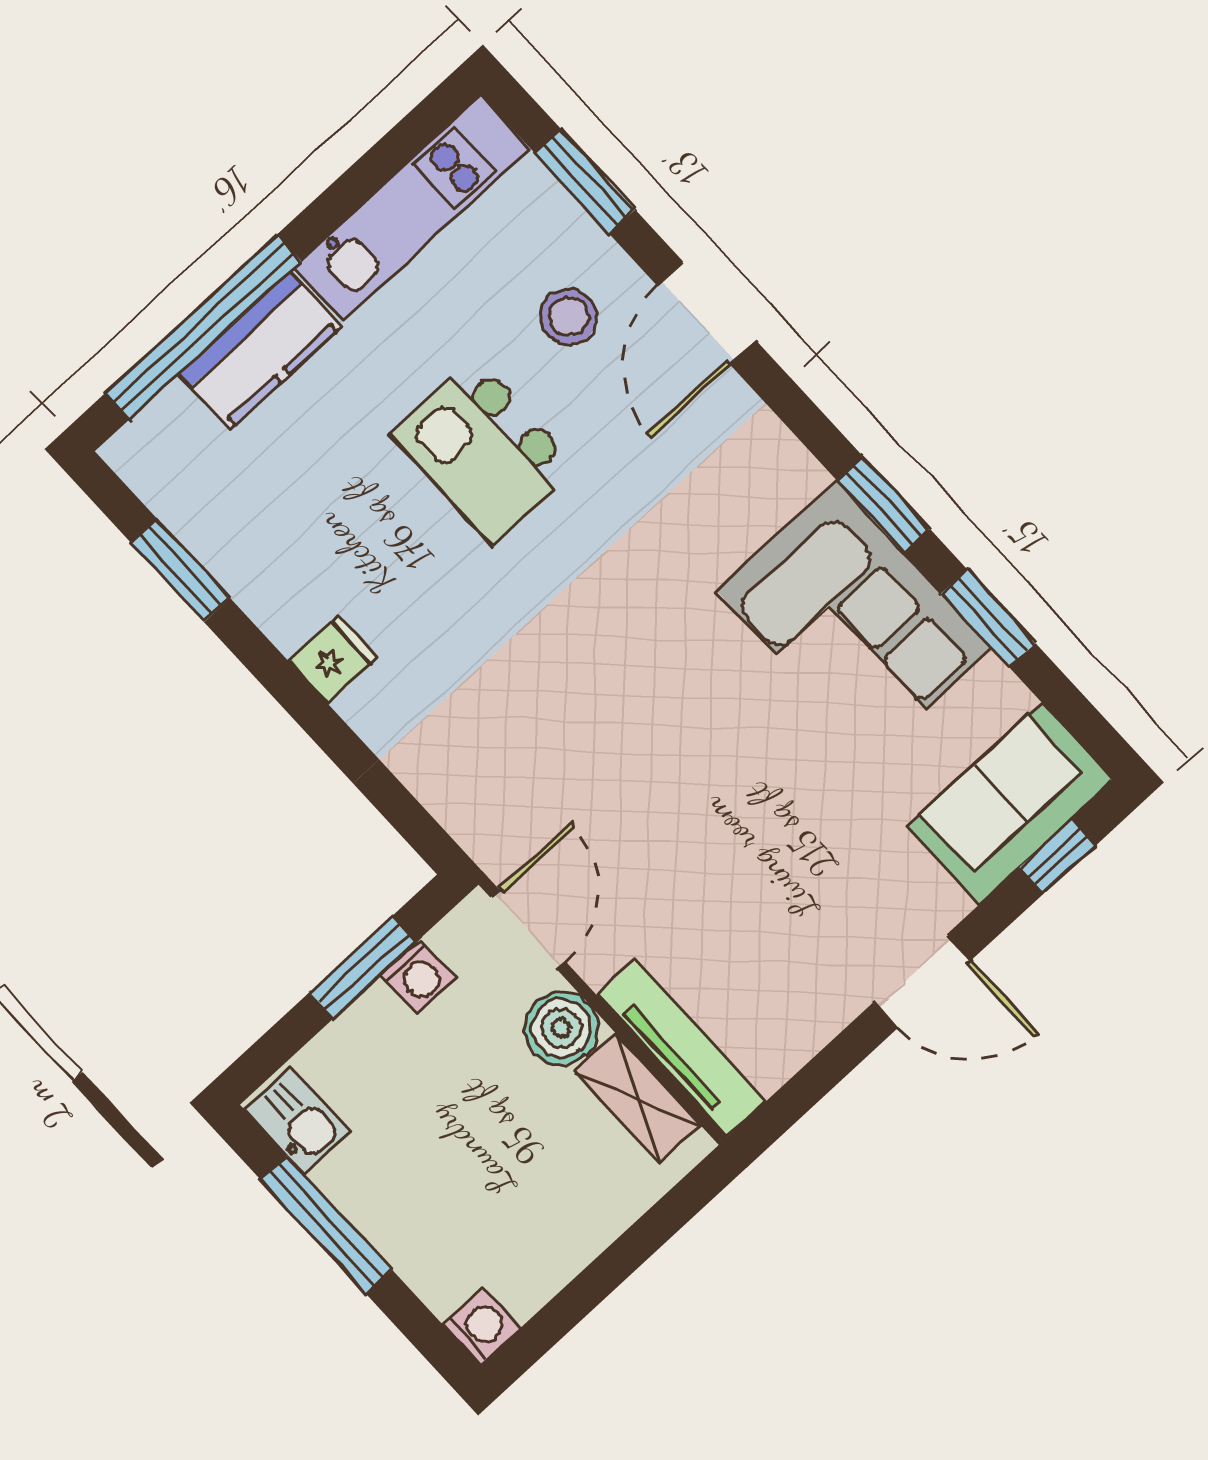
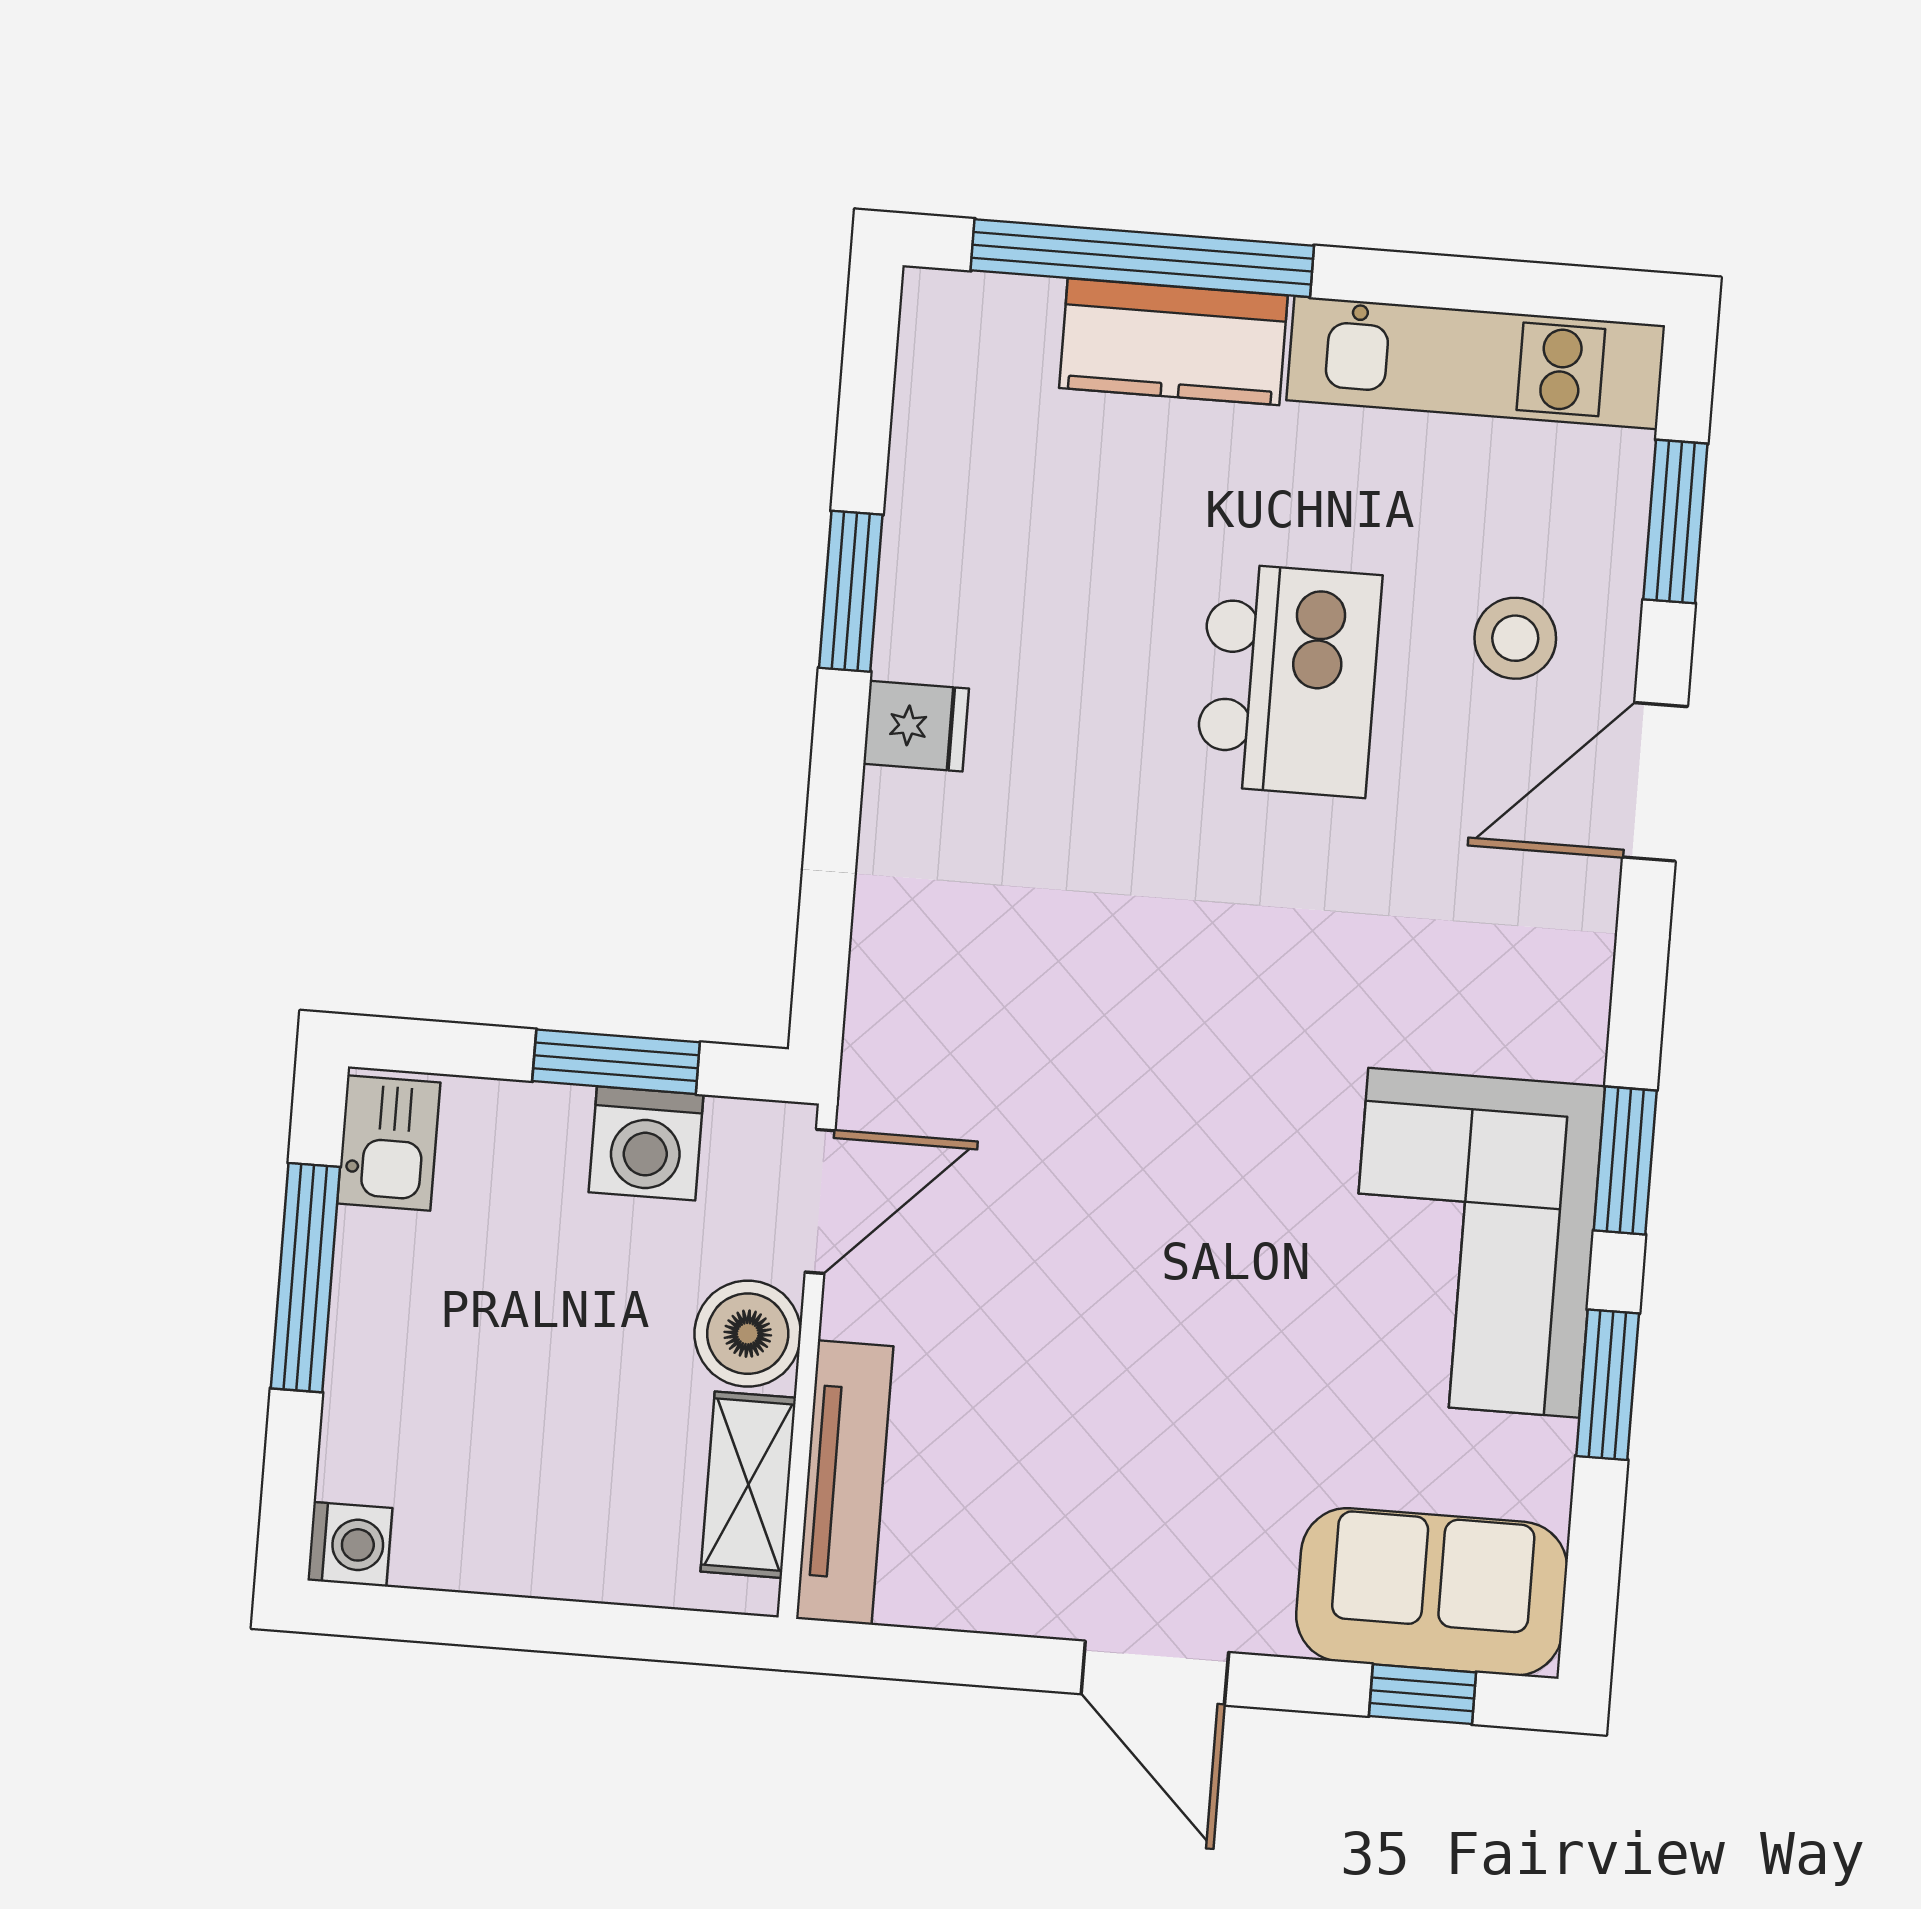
kitchen island: (484, 450) -> (1288, 680), turned 180
window: (181, 570) -> (851, 591), moved
washing machine: (418, 976) -> (646, 1143), width x1.38, depth x1.38

